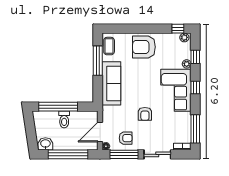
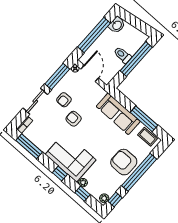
window: (141, 29) -> (139, 172), added
armchair: (144, 47) -> (124, 162), turned -90
armchair: (126, 138) -> (64, 100), moved

